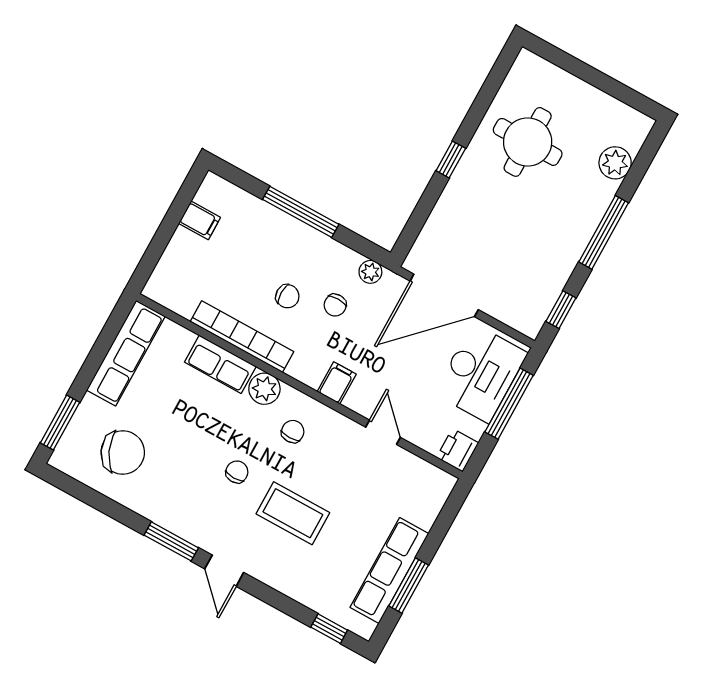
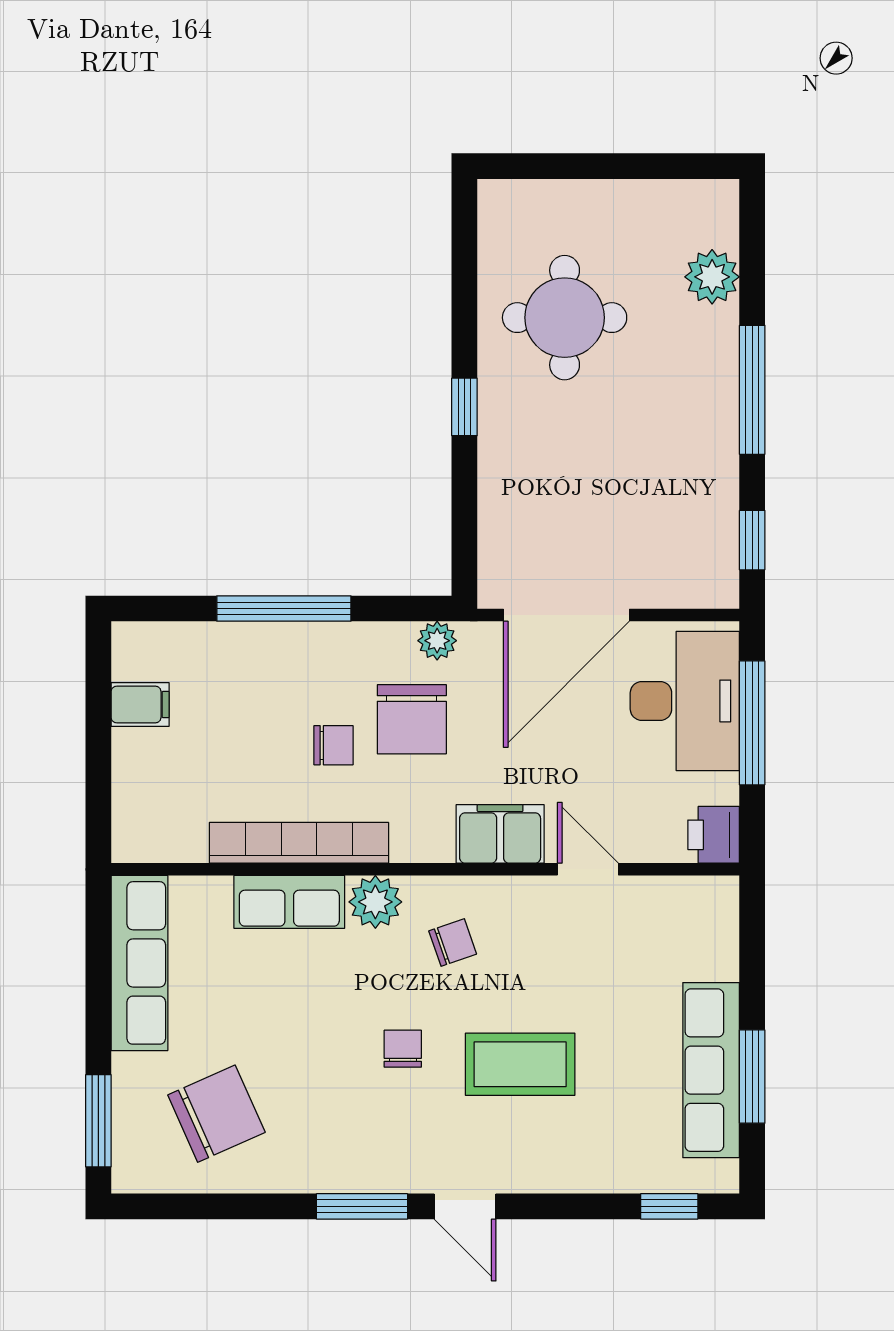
chair: (335, 305) -> (412, 719), width x1.87, depth x1.87
filing cabinet: (337, 383) -> (500, 834), width x2.00
chair: (293, 432) -> (453, 943), turned 71

